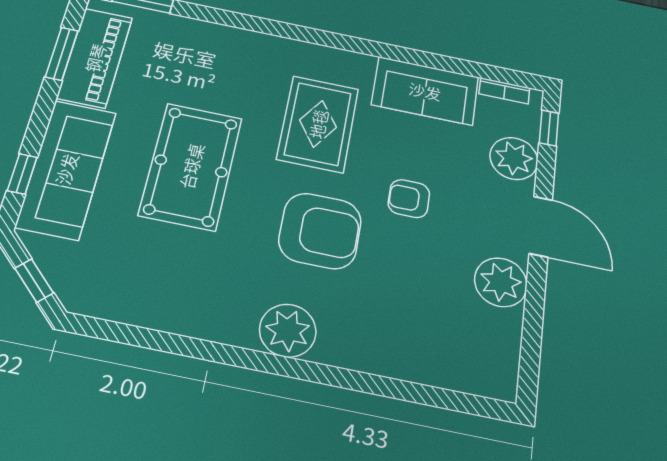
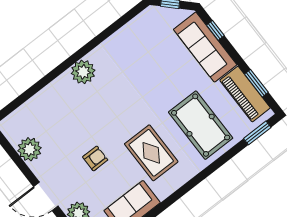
pool table: (191, 166) -> (201, 125), moved
armchair: (320, 231) -> (109, 115), removed
plant: (501, 282) -> (30, 149), moved

